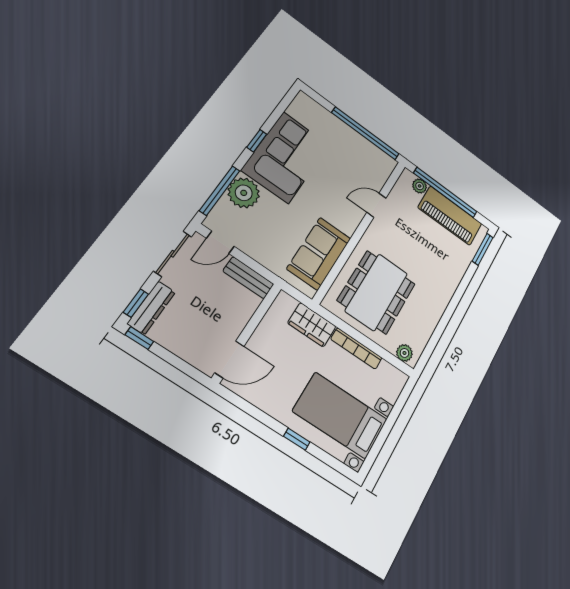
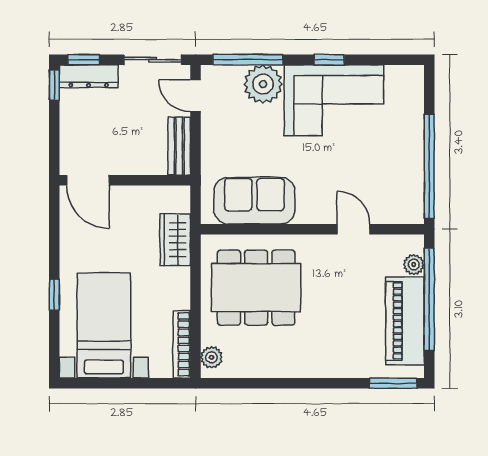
bookcase: (356, 349) -> (182, 344), moved

